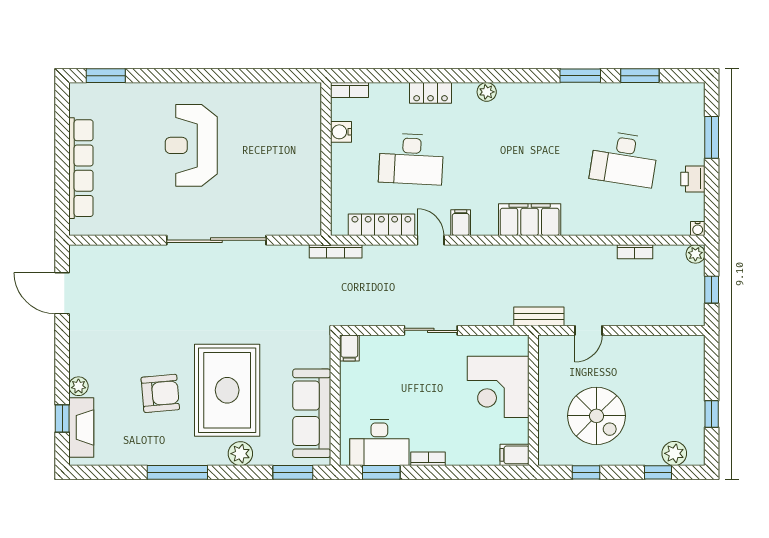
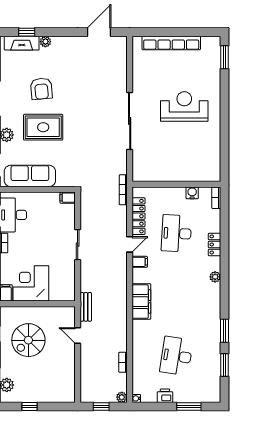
corner desk: (498, 387) -> (31, 283), moved
rug: (227, 390) -> (43, 127), width x0.73, depth x0.69

